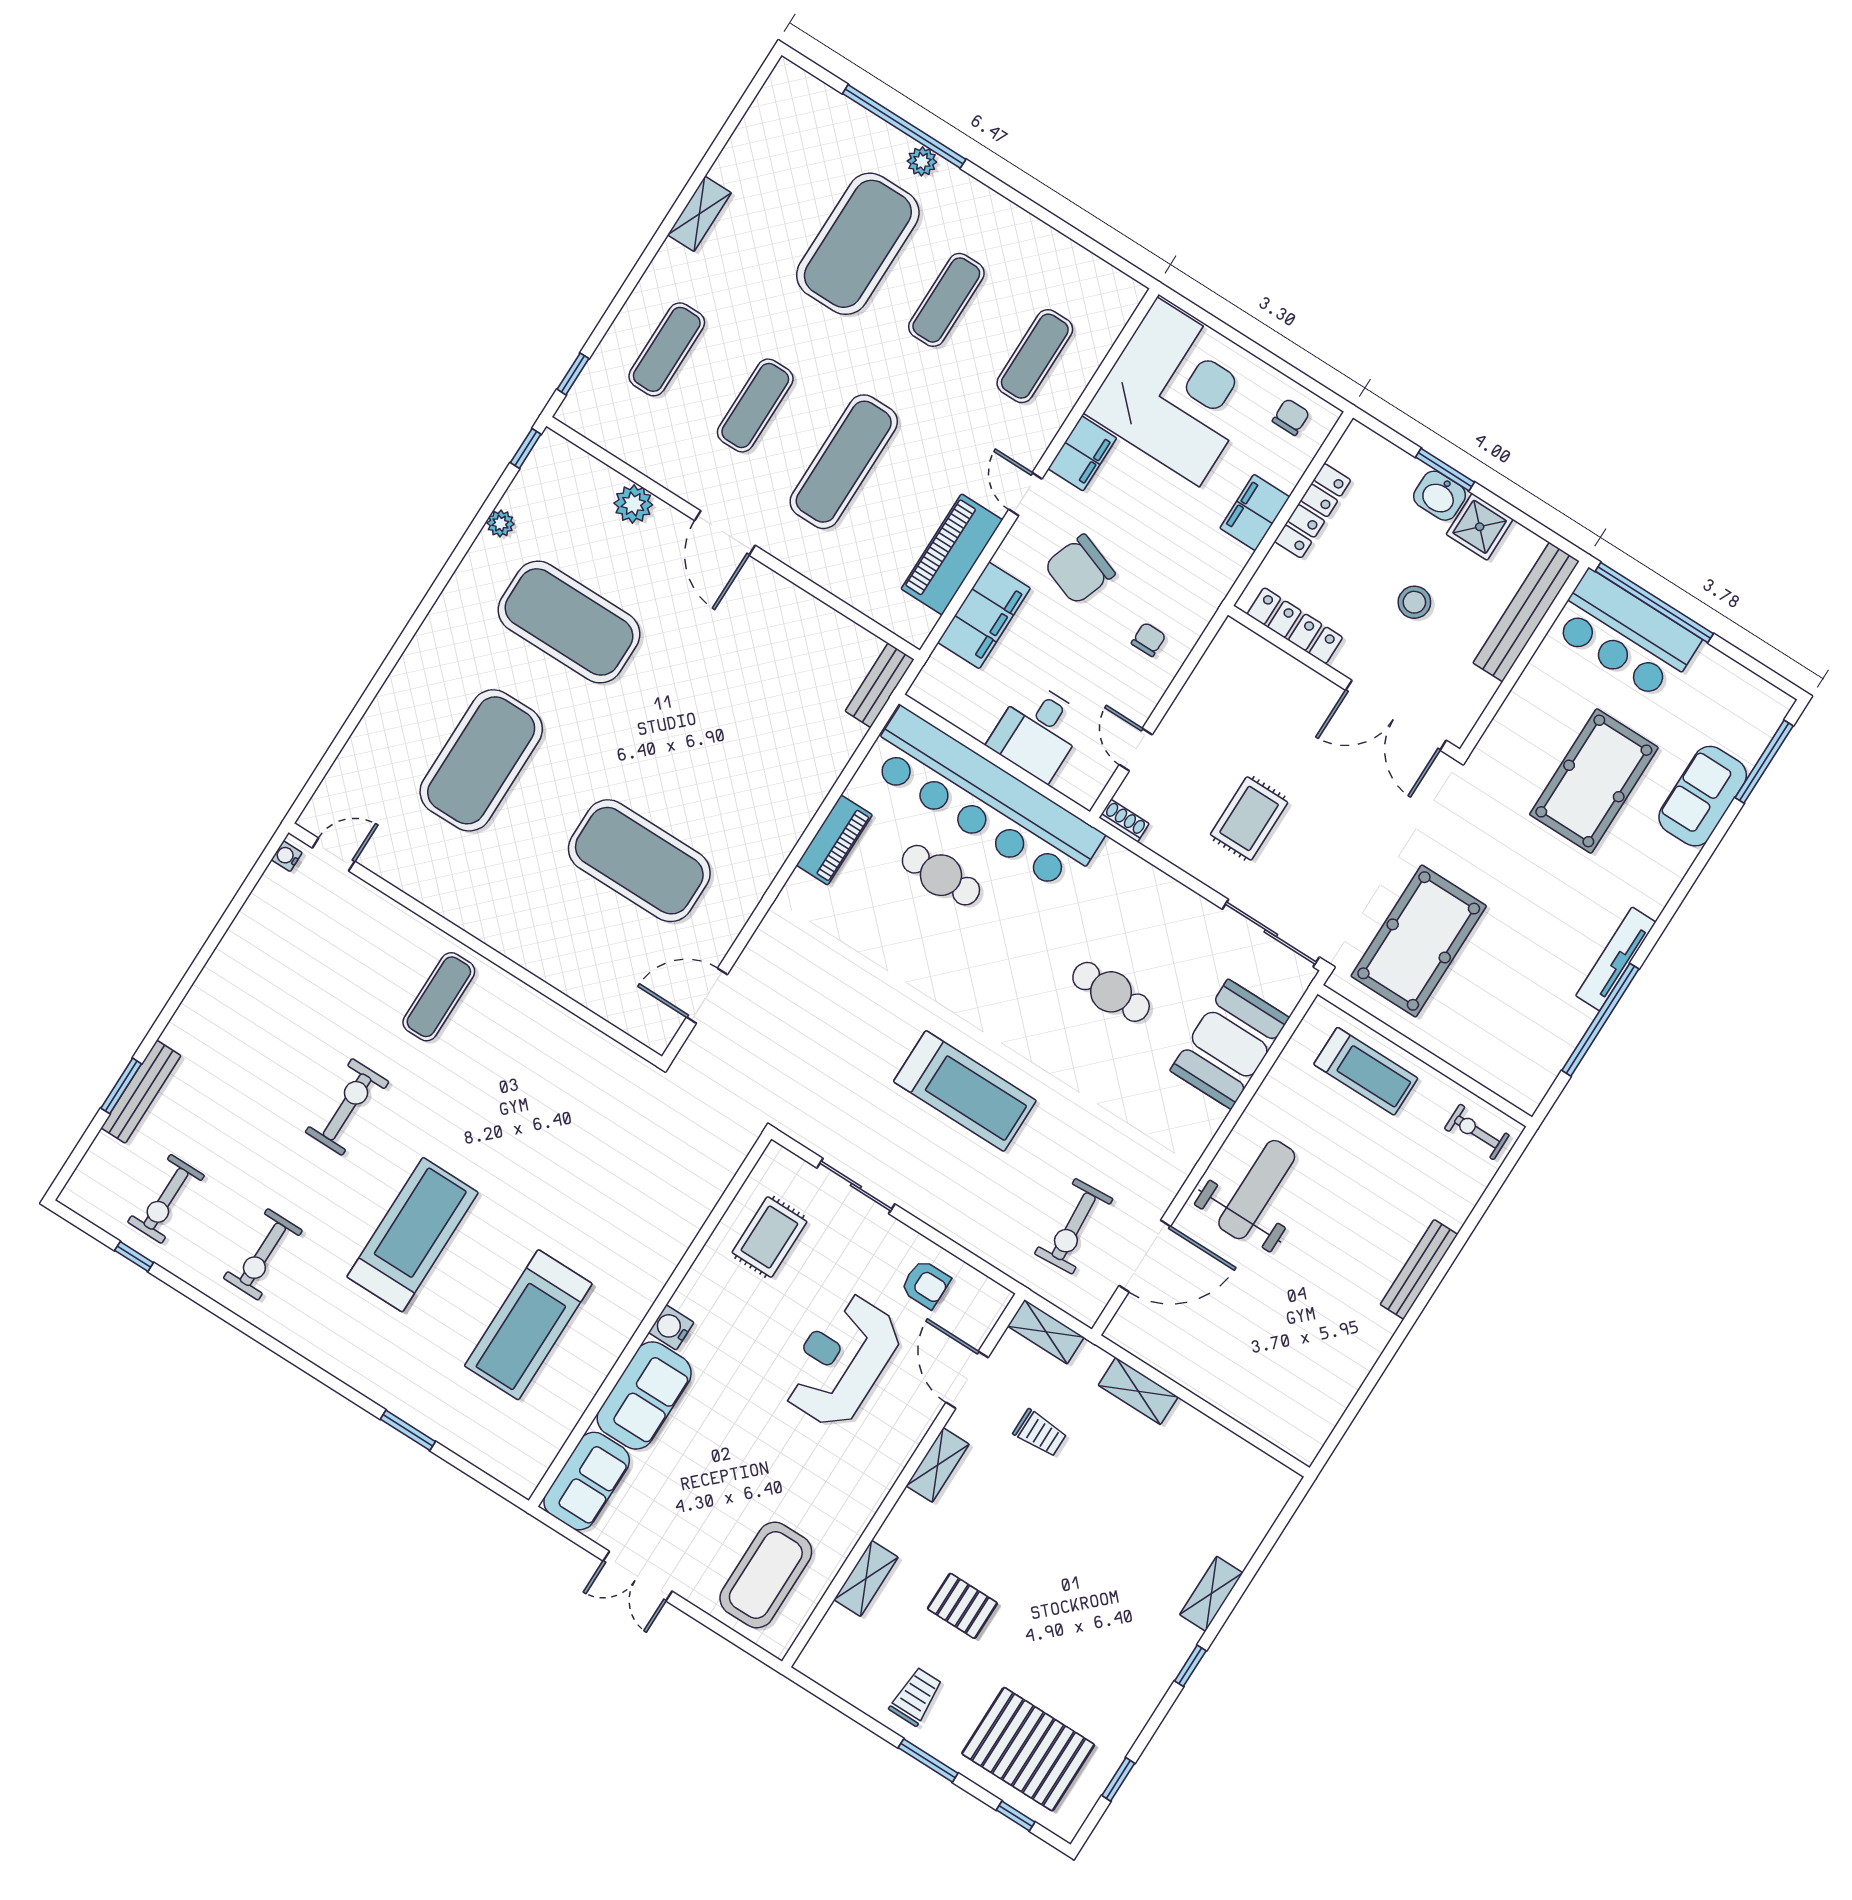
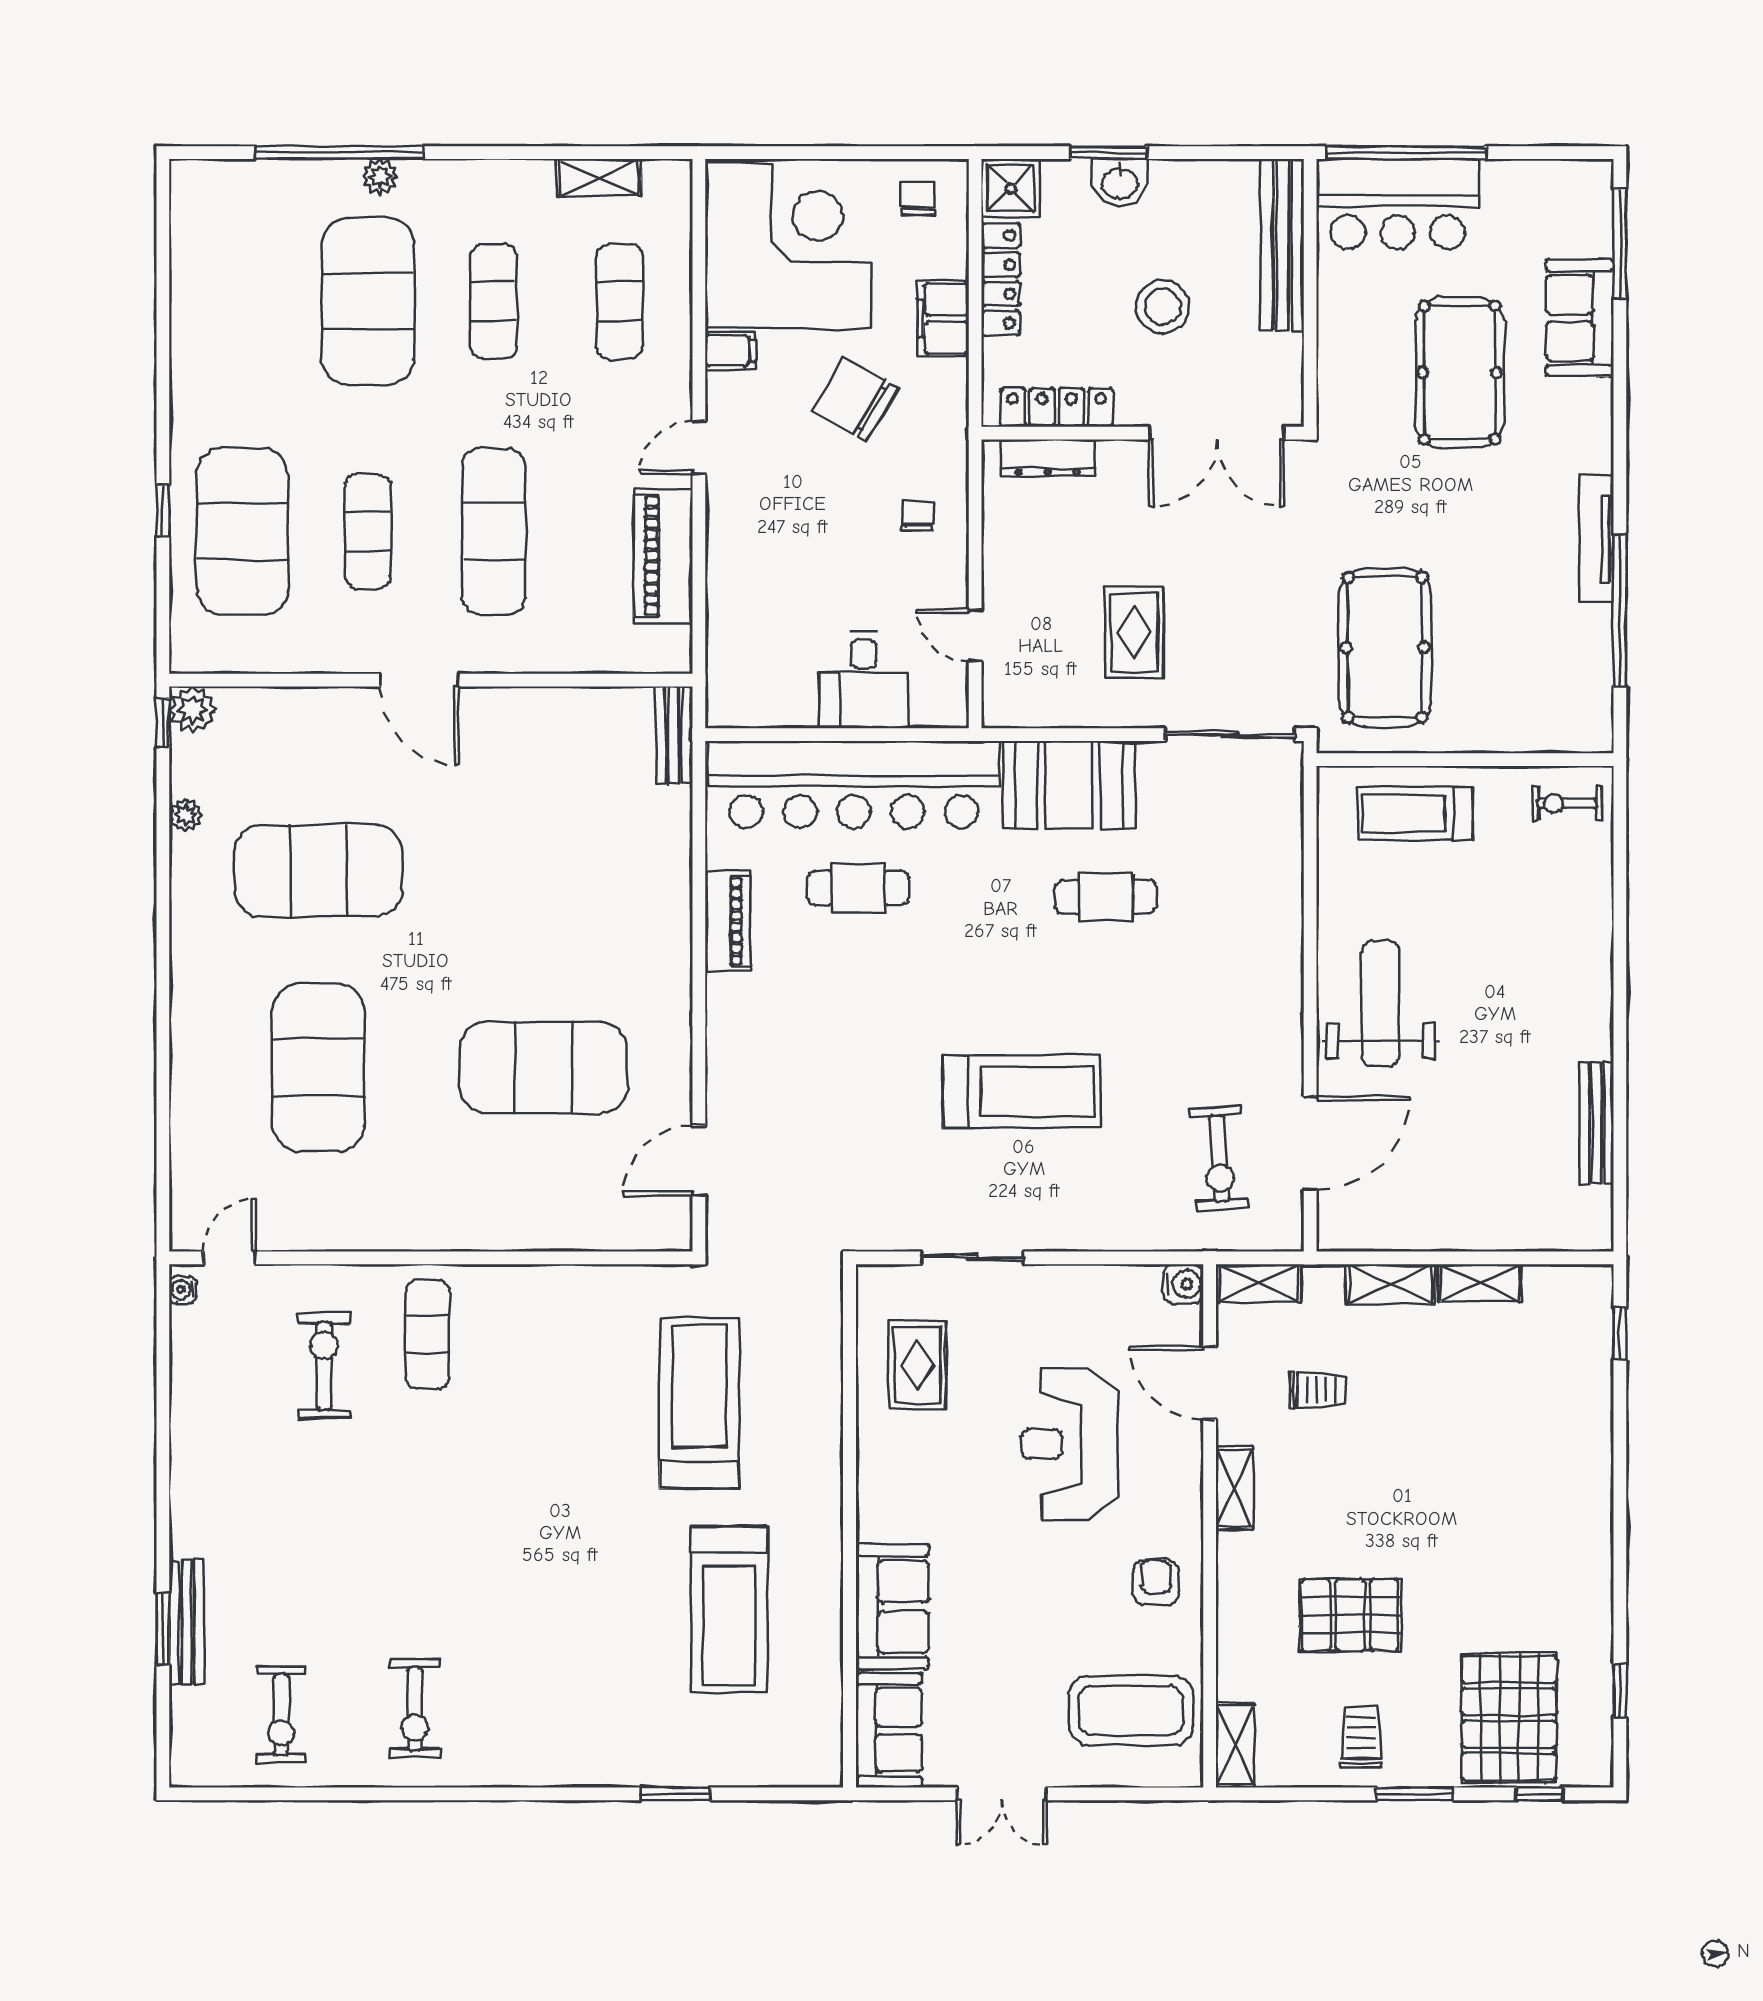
shelving: (699, 214) -> (599, 178), moved, turned 90
exercise mat: (667, 349) -> (242, 531), width x2.00, depth x1.45
window: (573, 374) -> (163, 510), moved
filing cabinet: (1082, 453) -> (730, 351), width x0.50
door: (1025, 494) -> (699, 447), hinge flipped
plant: (633, 504) -> (192, 710), moved
shower: (1480, 527) -> (1011, 188), moved
chair: (1080, 569) -> (855, 399), moved, turned 100
stool: (1414, 602) -> (1163, 307), width x1.38, depth x1.38
filing cabinet: (984, 615) -> (735, 597), removed
dresser: (1266, 657) -> (1048, 458), added
shoe rack: (1124, 821) -> (1009, 715), removed
booth: (1230, 1044) -> (1069, 785), moved, turned 90
treadmill: (1366, 1071) -> (1415, 813), turned 180
exercise bike: (347, 1107) -> (324, 1366), moved
treadmill: (413, 1235) -> (699, 1403), moved
window: (134, 1257) -> (286, 1794), removed
bench: (1419, 1269) -> (1597, 1123), moved
armchair: (926, 1284) -> (1156, 1582), moved, turned -90
water cooler: (671, 1327) -> (1183, 1284), moved, turned 180
coffee table: (766, 1575) -> (1131, 1710), turned 90
shelving: (866, 1578) -> (1235, 1745), moved
shelving: (1211, 1594) -> (1480, 1283), moved, turned 90
pallet: (962, 1606) -> (1350, 1615), width x1.50, depth x1.42
window: (1190, 1666) -> (1620, 1333), moved
pallet: (1028, 1749) -> (1509, 1718), turned 90

